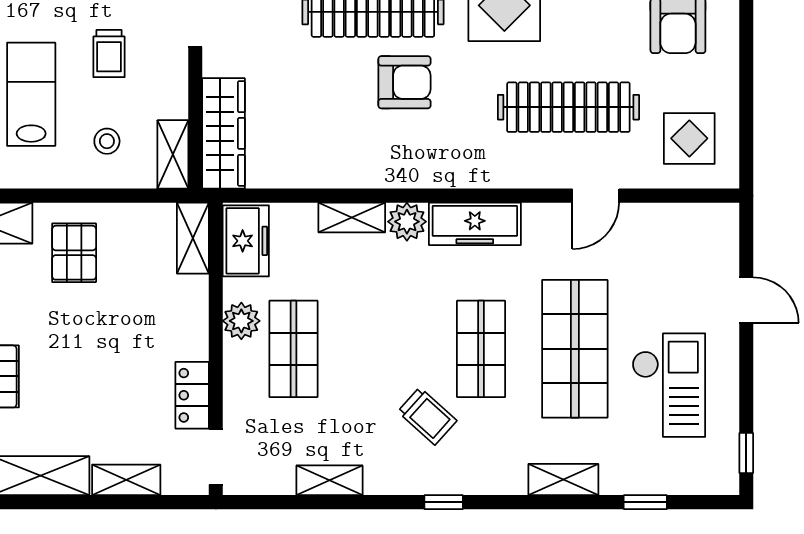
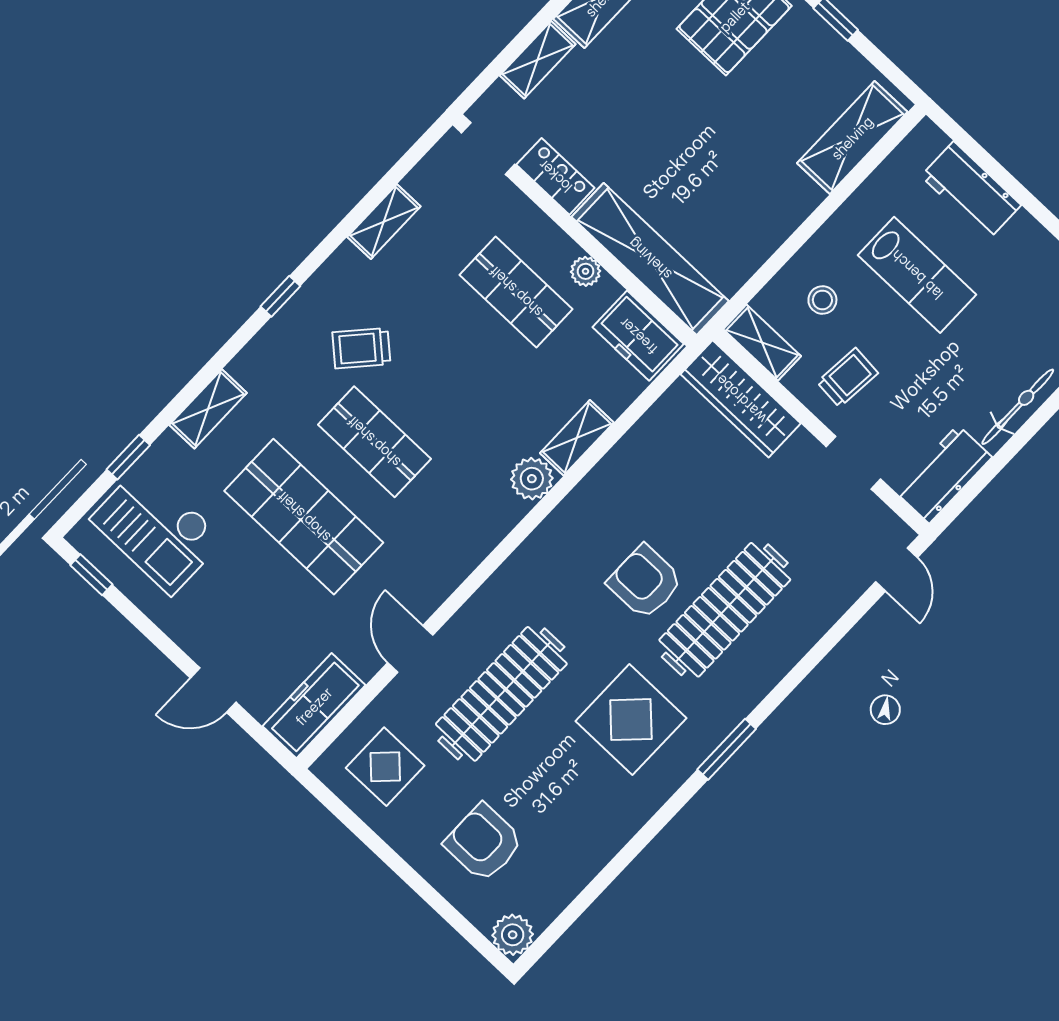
trolley: (109, 53) -> (847, 378), moved, turned 95
armchair: (404, 82) -> (645, 582), turned 90
freezer: (475, 224) -> (314, 706), moved
shelving: (193, 238) -> (650, 259), width x2.20, depth x1.33
pallet: (74, 253) -> (758, 190), removed
plant: (241, 321) -> (586, 271), width x0.73, depth x0.73
checkout: (669, 385) -> (157, 529), moved

